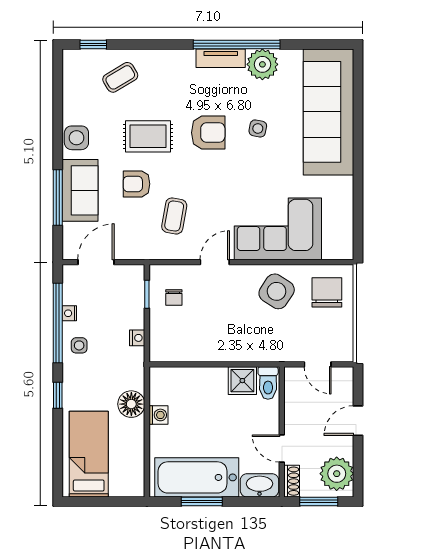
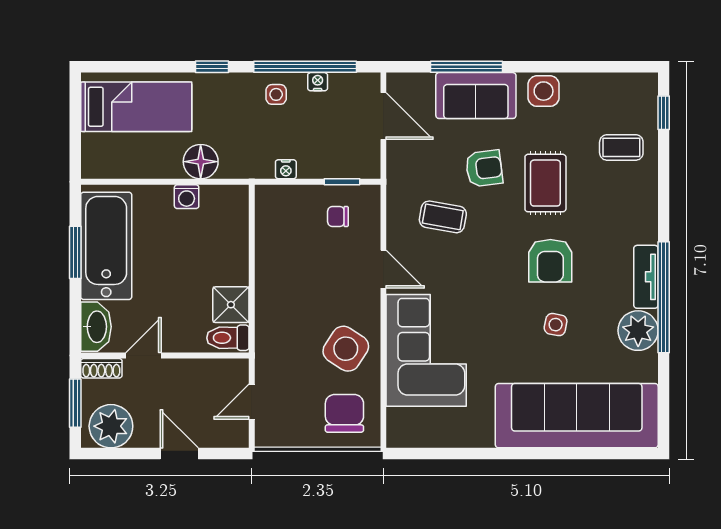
coffee table: (120, 77) -> (621, 147), turned -59
armchair: (136, 184) -> (484, 168), turned 83
chair: (327, 292) -> (344, 413), turned -90

